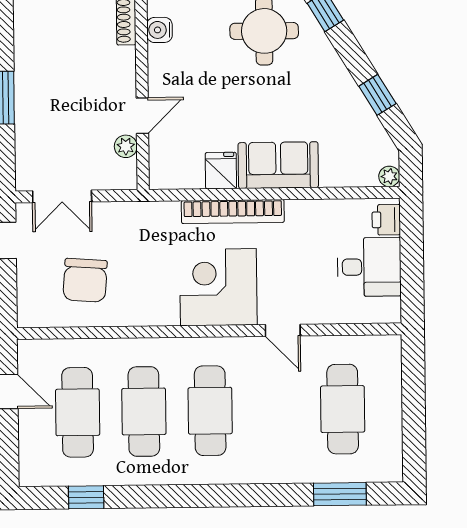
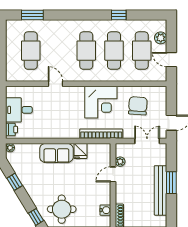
bench: (28, 79) -> (161, 190), added
bookcase: (233, 212) -> (101, 134), moved
corner desk: (218, 287) -> (101, 102), moved
plant: (33, 443) -> (161, 38), added
window: (86, 497) -> (119, 15), moved

